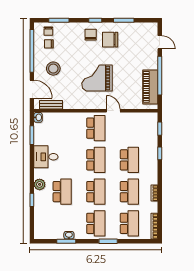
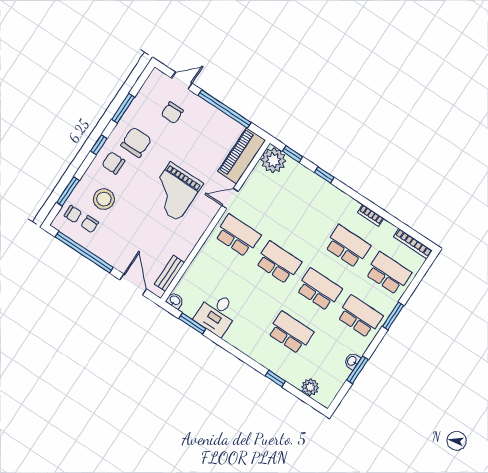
chair: (110, 40) -> (136, 142), turned 180
chair: (139, 49) -> (172, 113), added
stool: (53, 69) -> (104, 199), moved
piano: (150, 87) -> (242, 156), moved, turned 90
door: (32, 89) -> (133, 284), hinge flipped
plant: (149, 121) -> (273, 160), added
desk: (46, 157) -> (217, 314), moved
school desk: (129, 160) -> (307, 219), removed
plant: (40, 184) -> (310, 387), moved

